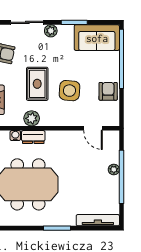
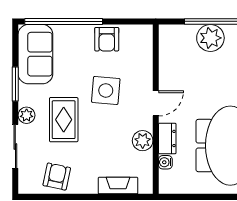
rug: (37, 84) -> (64, 120), moved, turned 90
armchair: (108, 91) -> (107, 39), turned -90
door: (93, 128) -> (156, 103), moved
plant: (114, 169) -> (210, 38), width x1.88, depth x1.88

